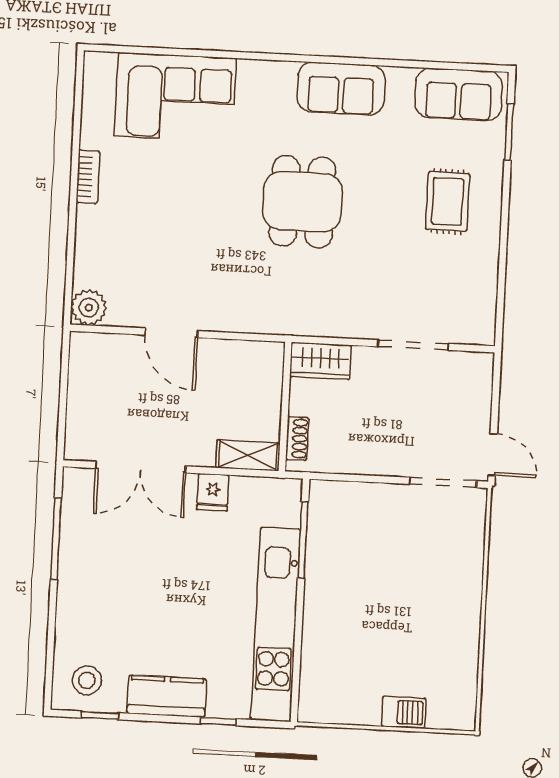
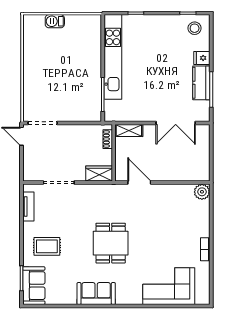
sofa: (459, 94) -> (34, 286), moved, turned 90
rug: (448, 201) -> (47, 246), turned 90
tv unit: (485, 294) -> (28, 206), added
door: (171, 333) -> (139, 183), moved
double door: (141, 467) -> (176, 123), swing flipped
fridge: (213, 492) -> (202, 58), moved, turned -90
kitchen counter: (167, 696) -> (201, 83), moved, turned 90

